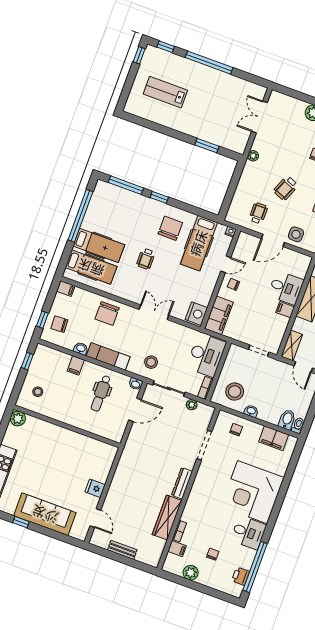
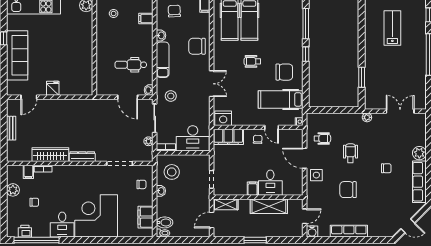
wheelchair: (286, 188) -> (350, 153), turned 68
filing cabinet: (76, 365) -> (146, 19), moved

